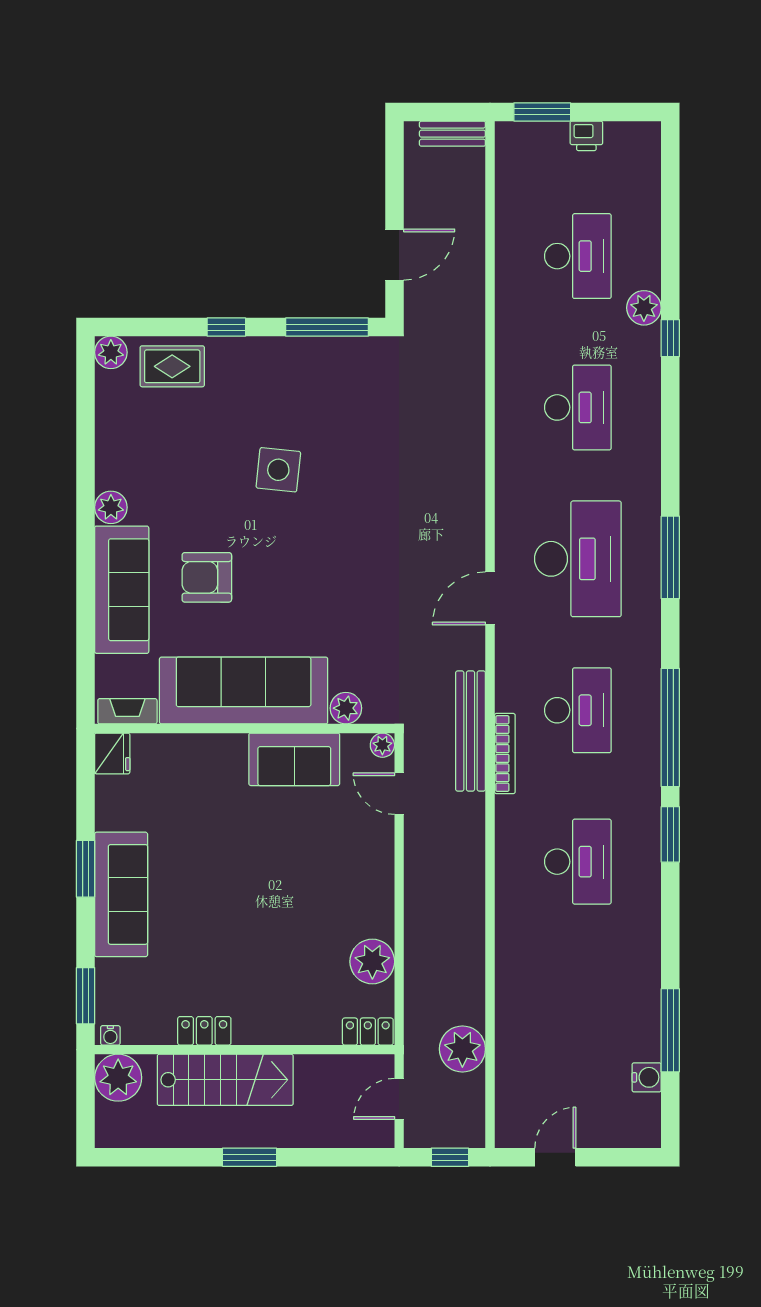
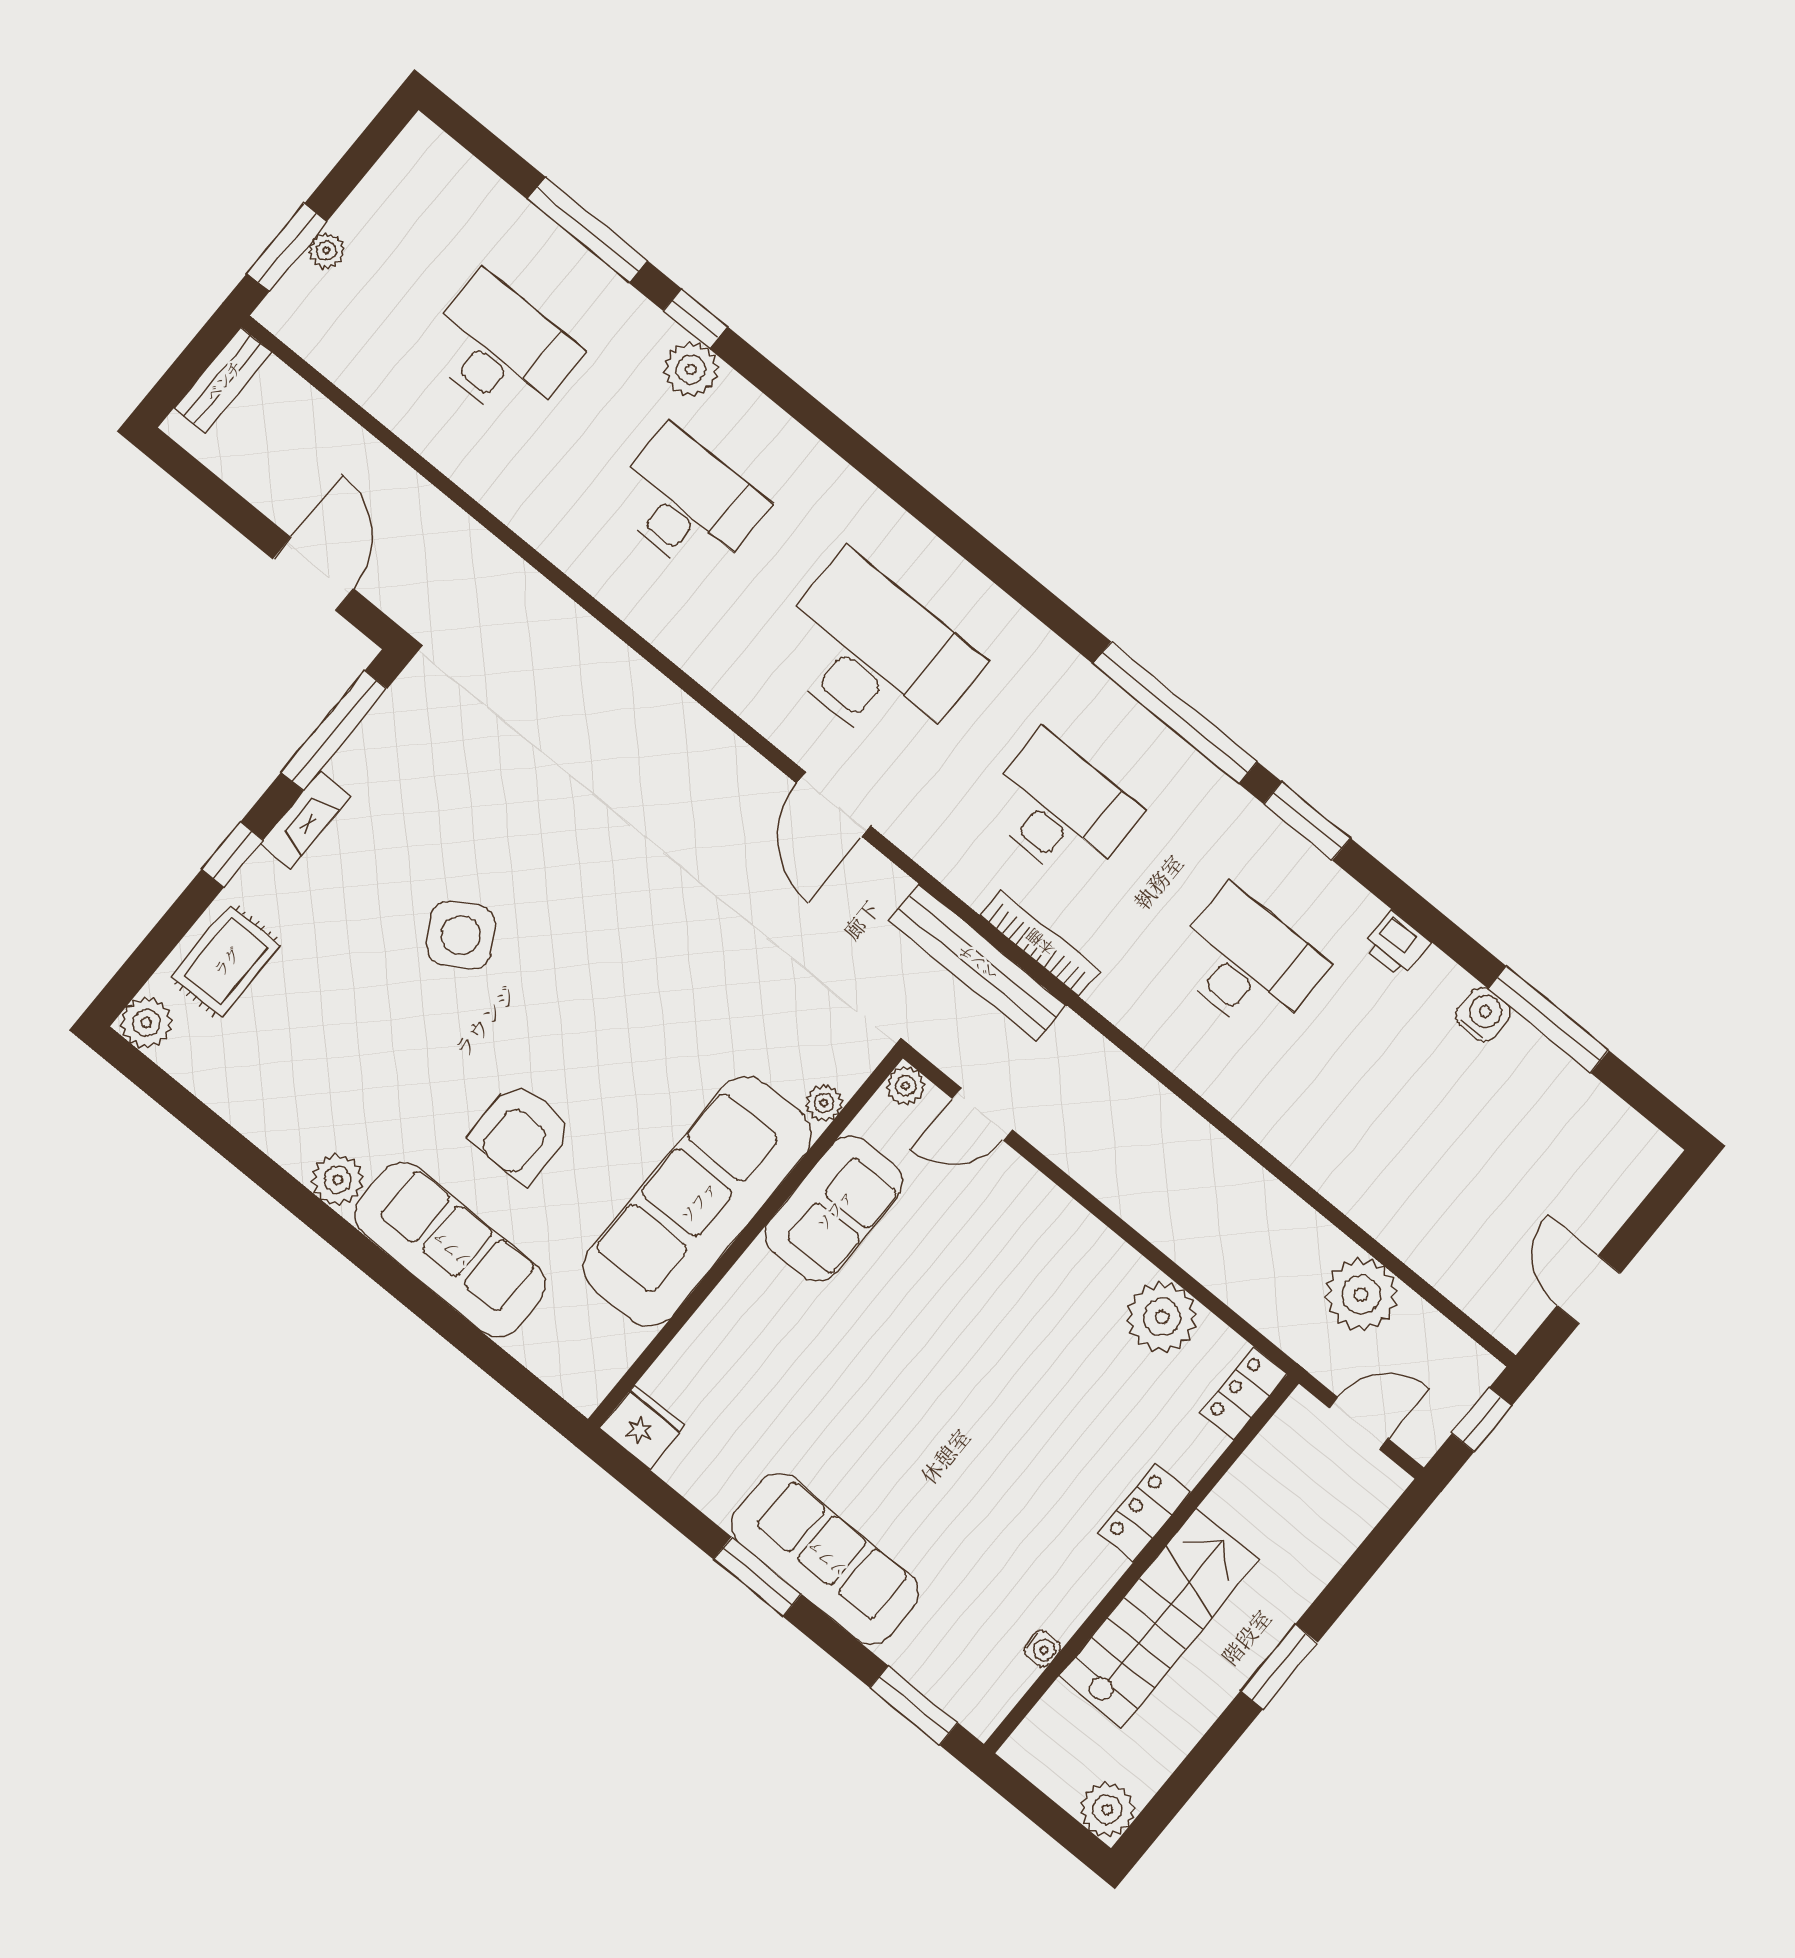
plant: (556, 132) -> (326, 251), added
printer: (586, 136) -> (1397, 944), moved, turned 90
plant: (644, 308) -> (691, 369), moved
side table: (278, 470) -> (461, 935), turned -37
window: (670, 557) -> (587, 230), moved
plant: (346, 708) -> (824, 1103), width x0.73, depth x0.73
fireplace: (127, 711) -> (305, 820), moved, turned 180
locker: (204, 1031) -> (1145, 1513), moved
water cooler: (110, 1035) -> (1042, 1649), moved
water cooler: (647, 1077) -> (1483, 1014), moved
plant: (118, 1078) -> (1107, 1810), moved, width x0.73, depth x0.73
door: (399, 1099) -> (1359, 1423), swing flipped

